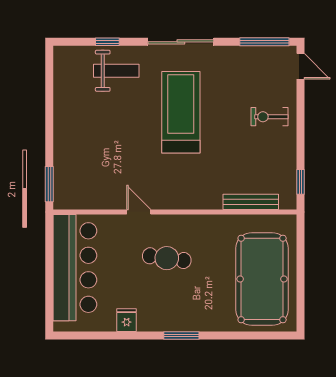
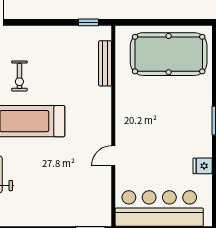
exercise bike: (269, 117) -> (19, 76), moved
cafe table: (167, 258) -> (151, 133), removed

